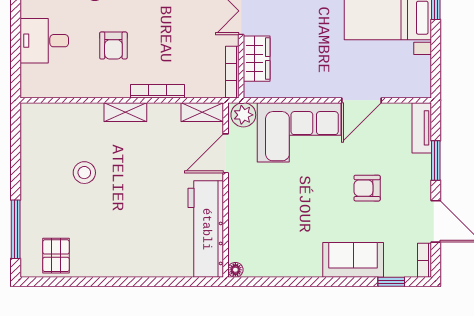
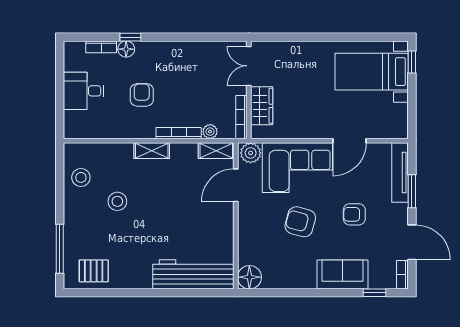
armchair: (113, 46) -> (142, 95), turned 180
plant: (195, 89) -> (210, 132), added
tv unit: (422, 128) -> (400, 173), width x1.41
stool: (41, 144) -> (81, 177), added
armchair: (303, 197) -> (300, 222), added
workbench: (206, 229) -> (193, 274), moved, turned 90
pallet: (56, 256) -> (94, 271), turned 90
floor lamp: (235, 270) -> (249, 277), width x1.89, depth x1.89

